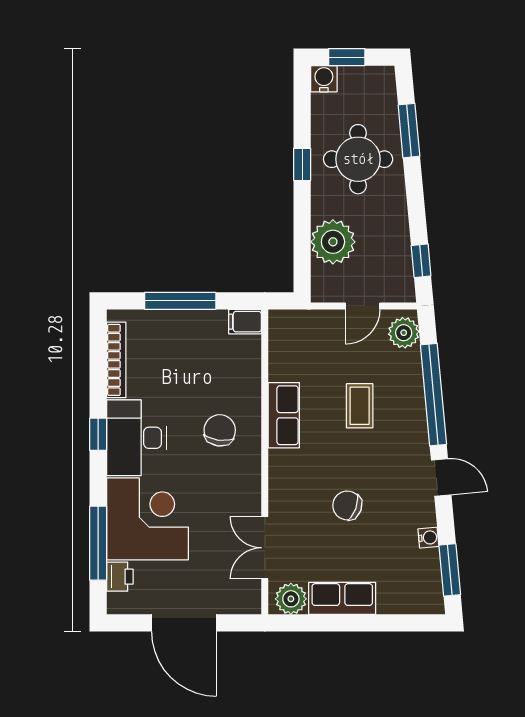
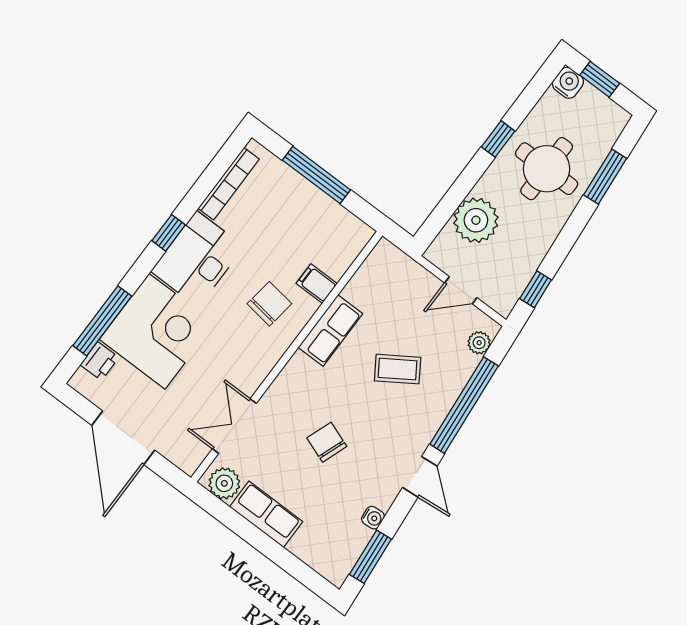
filing cabinet: (245, 322) -> (317, 284), moved
plant: (404, 333) -> (479, 343), width x0.73, depth x0.73
coffee table: (360, 406) -> (398, 369), turned 57

